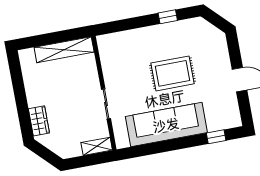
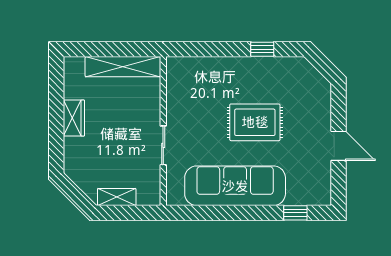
wardrobe: (39, 121) -> (74, 118), moved
shelving: (97, 146) -> (117, 197), moved

